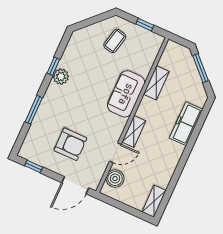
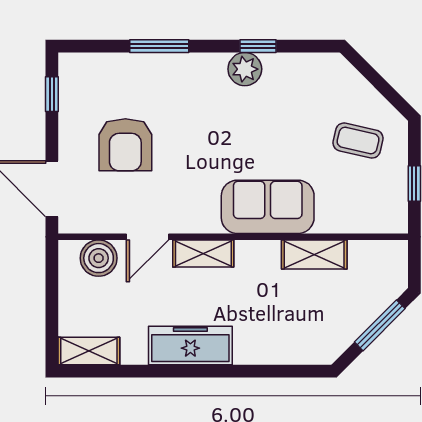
freezer: (186, 124) -> (190, 345), moved
door: (115, 153) -> (148, 237), hinge flipped

